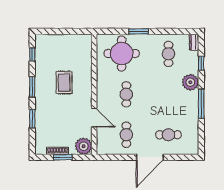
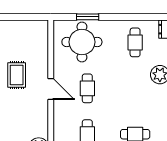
window: (139, 31) -> (88, 17), moved
door: (94, 118) -> (51, 89), moved

